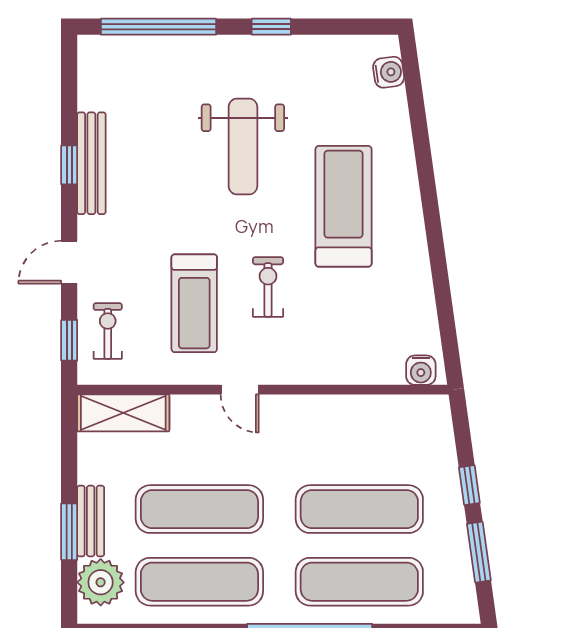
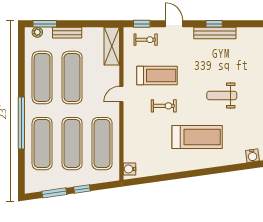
weight bench: (243, 147) -> (222, 96), width x0.73, depth x0.75
treadmill: (194, 303) -> (157, 75), turned 180
exercise mat: (359, 437) -> (102, 144), added
window: (69, 532) -> (45, 24), moved
plant: (101, 582) -> (37, 32), width x0.53, depth x0.53

